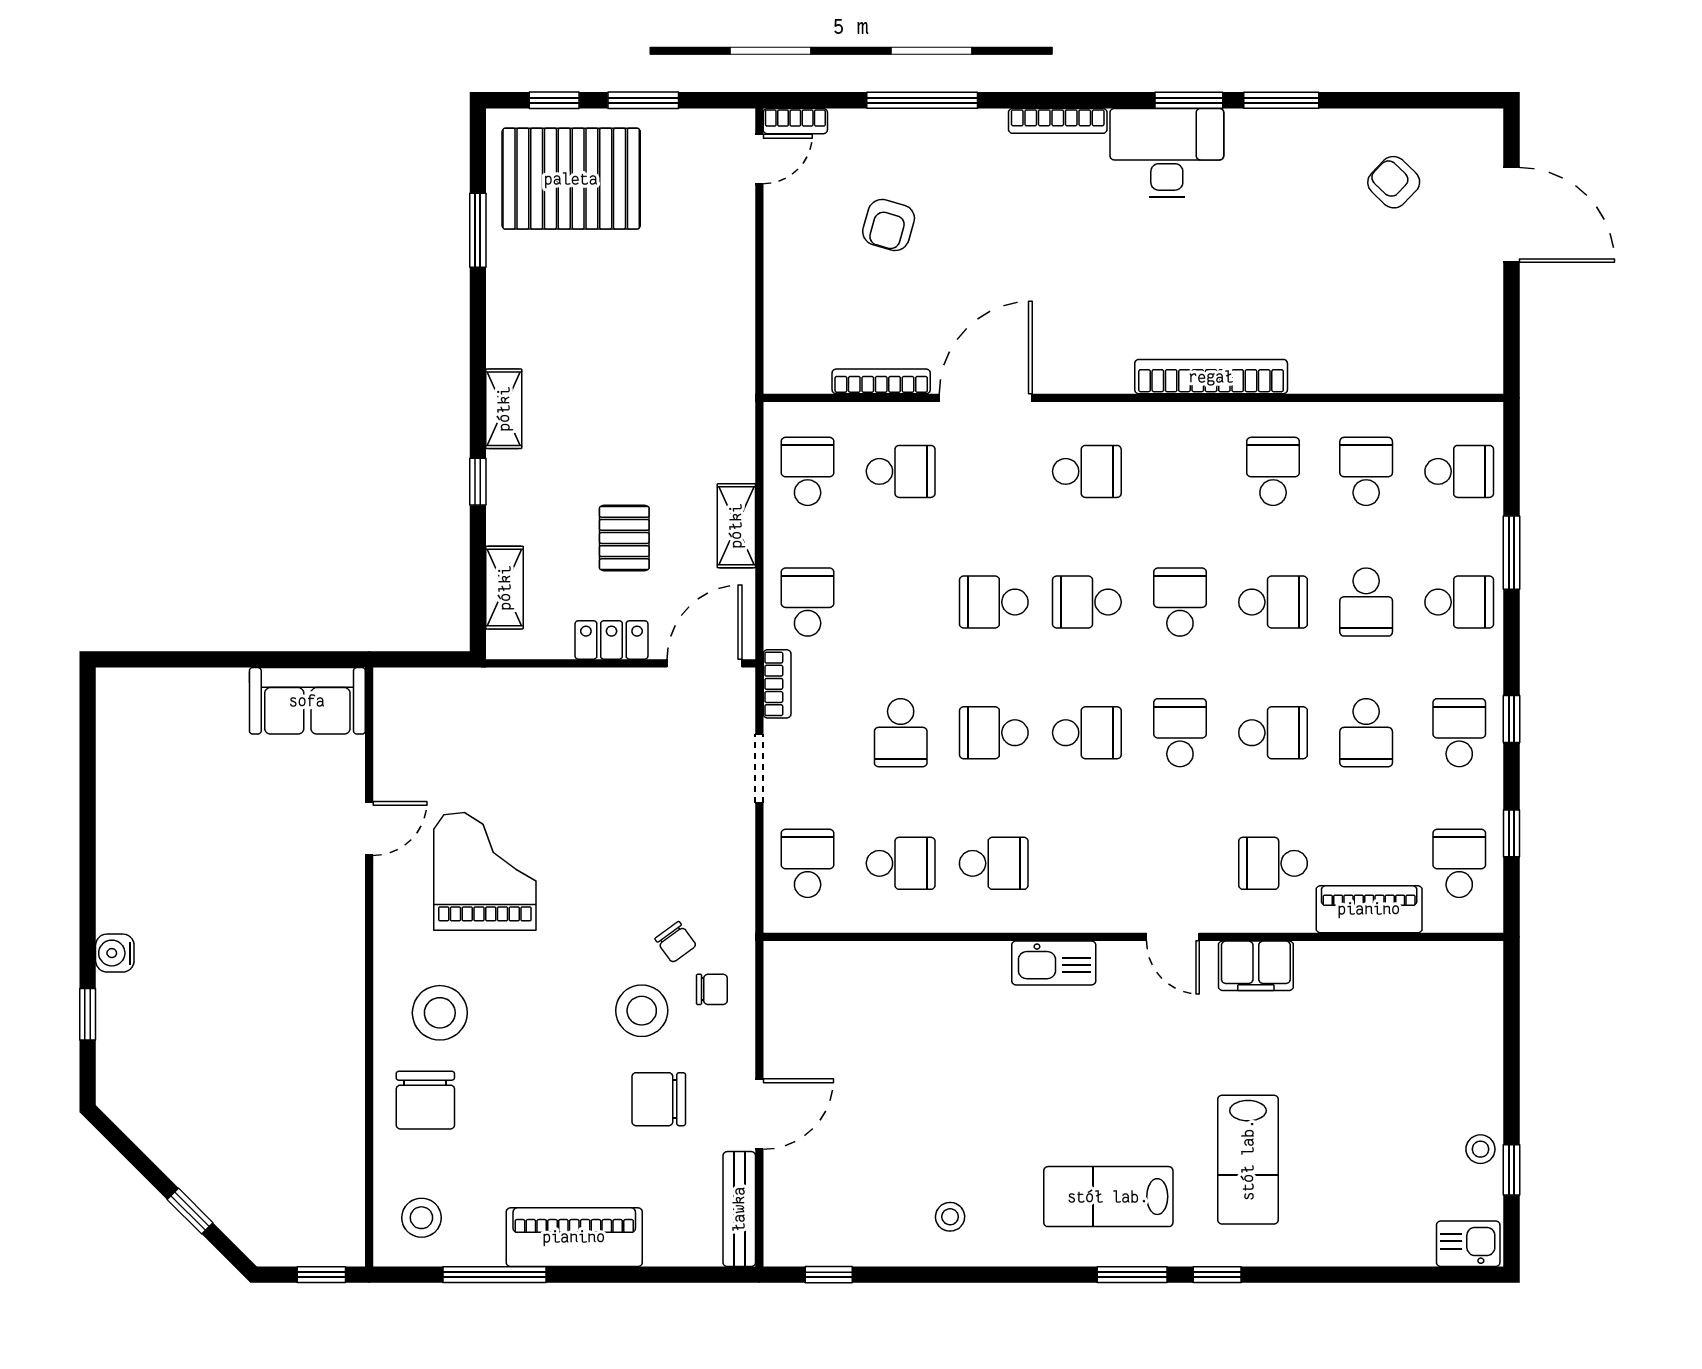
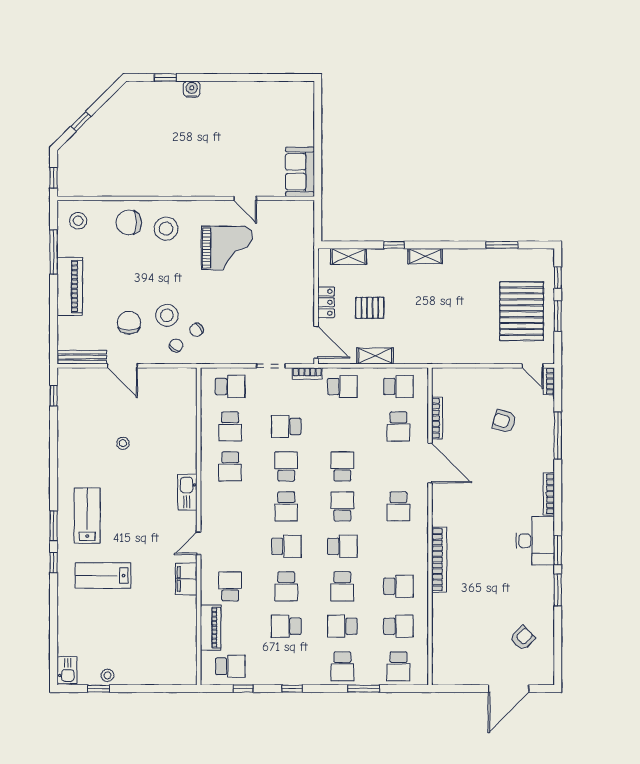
pallet: (571, 179) -> (522, 311), moved
school desk: (1459, 733) -> (286, 666), removed
chair: (712, 989) -> (176, 345), turned -144
stool: (950, 1217) -> (123, 443), moved

